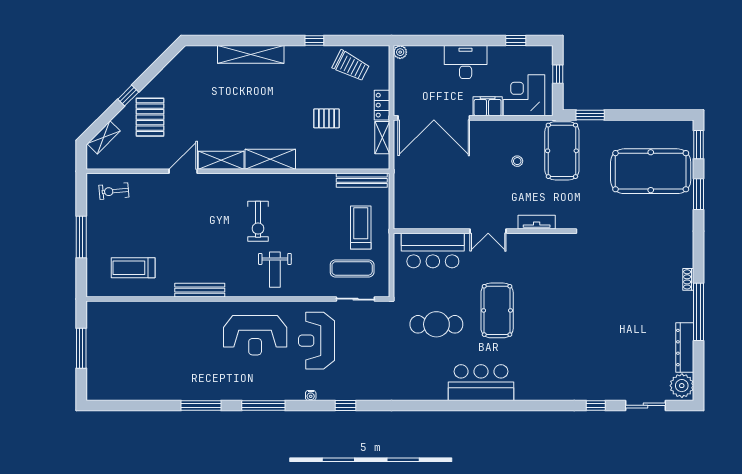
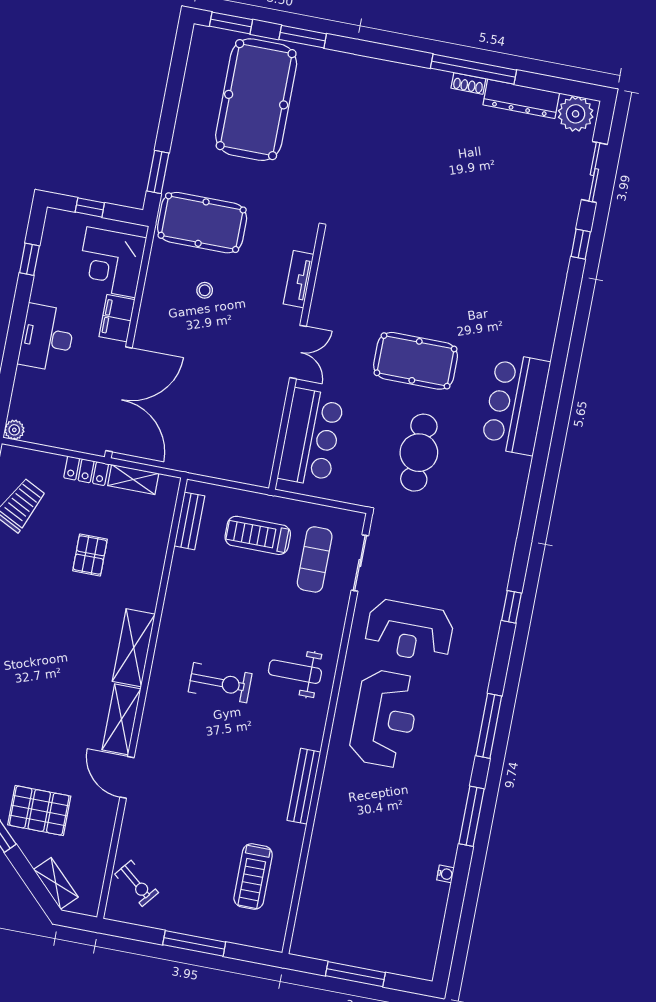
bench: (362, 180) -> (189, 521), width x0.73
exercise bike: (114, 191) -> (137, 883), turned -46
weight bench: (275, 270) -> (295, 672), turned 180
shoe rack: (688, 279) -> (468, 84), moved
water cooler: (311, 395) -> (445, 874), moved

